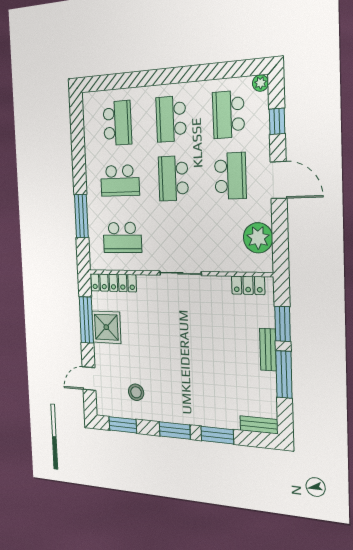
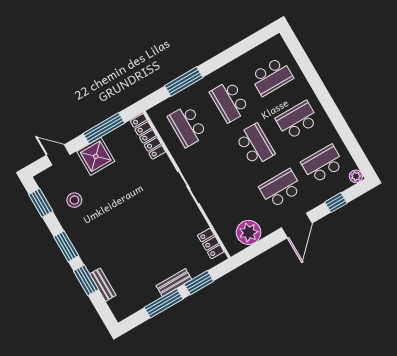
school desk: (230, 176) -> (281, 188), turned 180
school desk: (173, 178) -> (255, 145), turned 90
shower: (106, 327) -> (96, 156), moved
bench: (259, 425) -> (103, 285), moved

